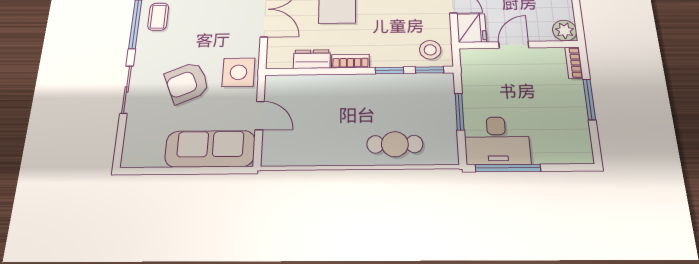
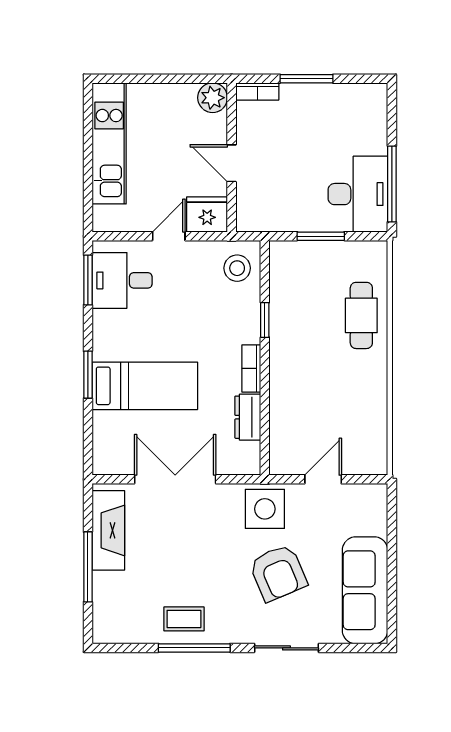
window: (429, 70) -> (265, 270), removed
sofa: (210, 149) -> (365, 590), moved

